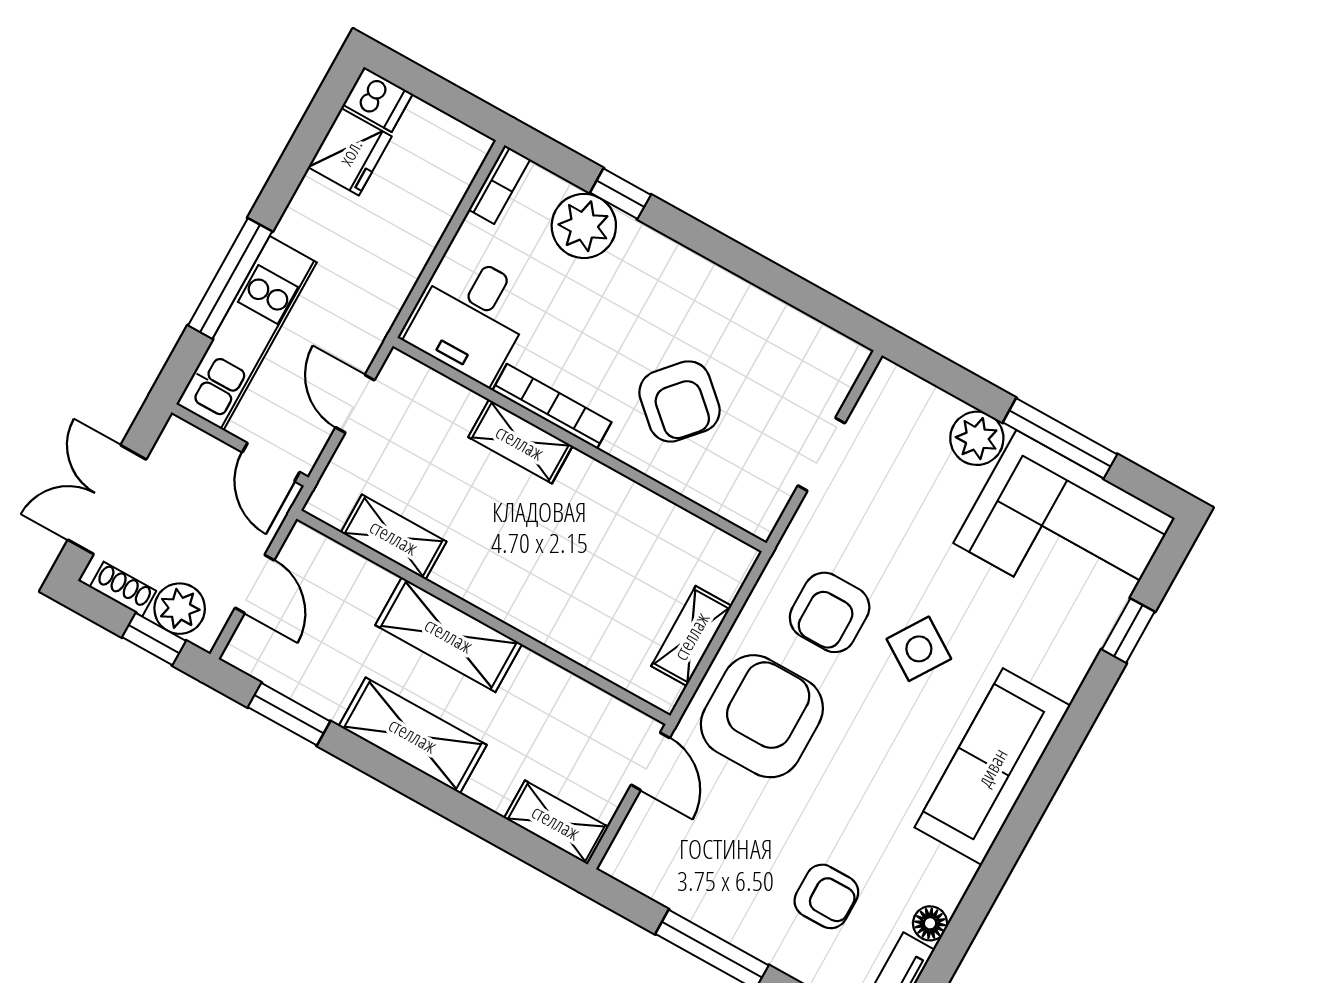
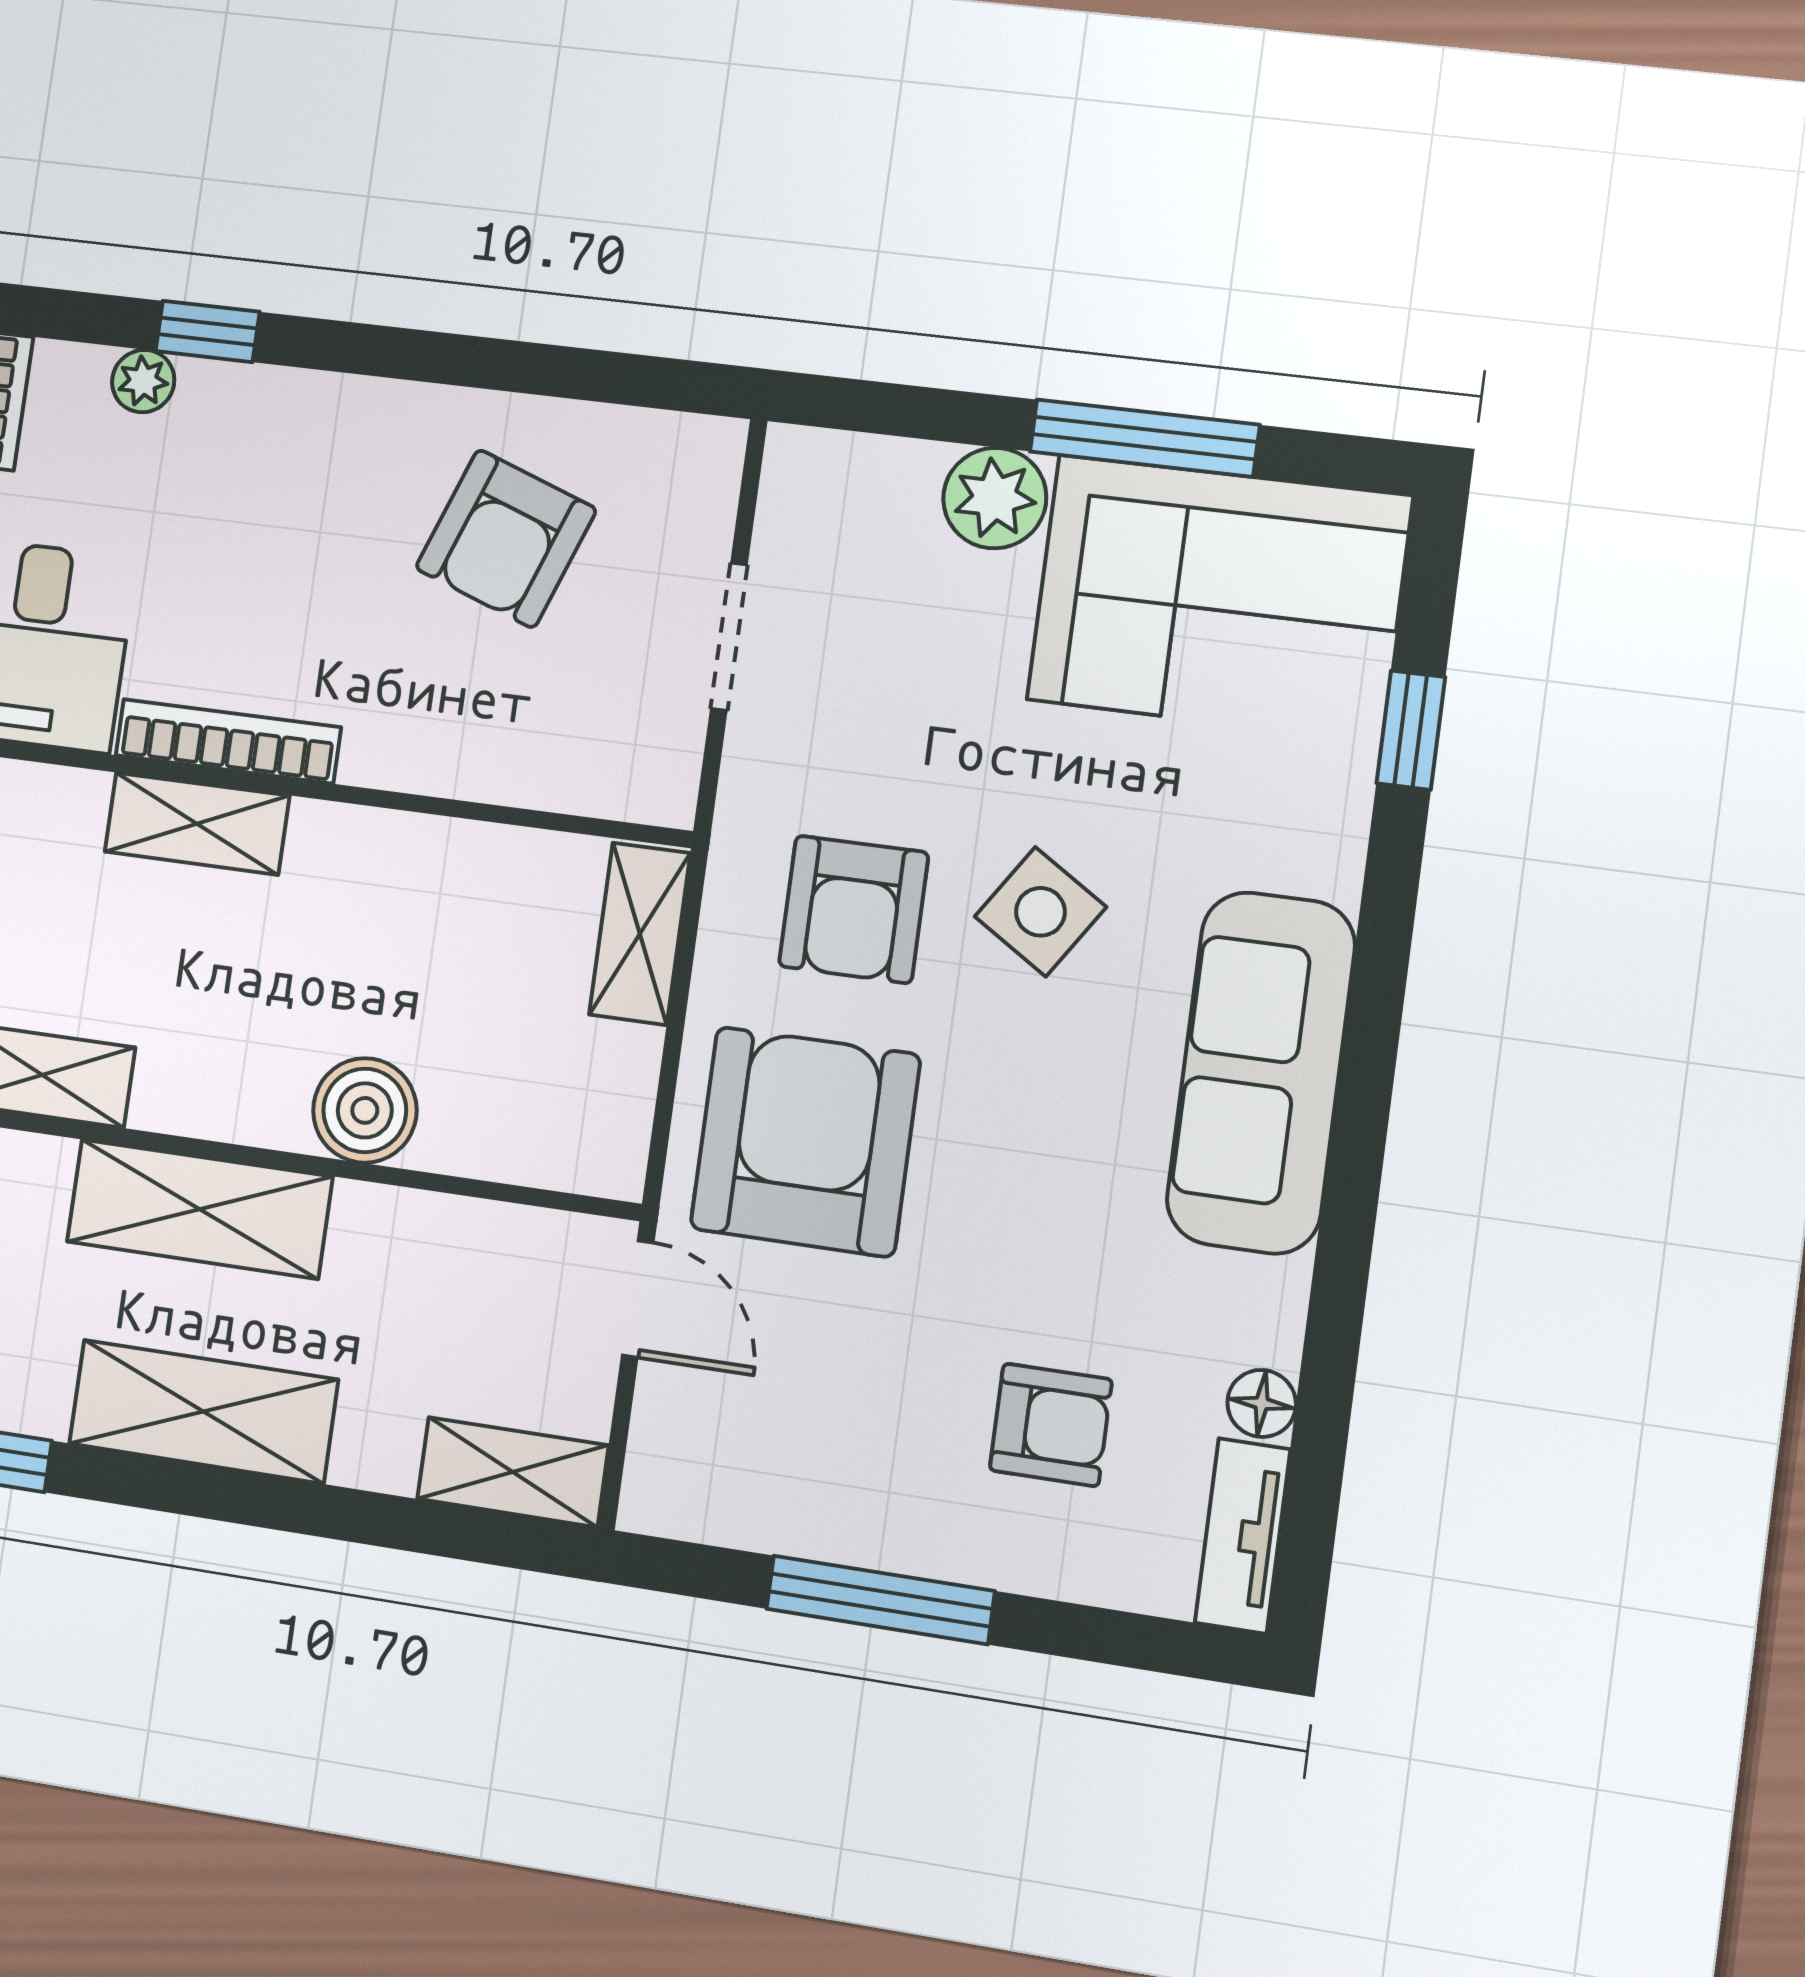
plant: (584, 226) -> (143, 381), width x0.53, depth x0.53
armchair: (679, 401) -> (506, 539), moved, turned 68
boiler: (551, 618) -> (365, 1110), added
shelving: (691, 636) -> (640, 934), moved

